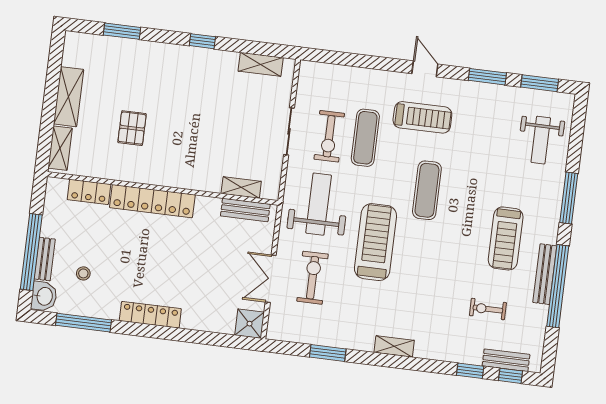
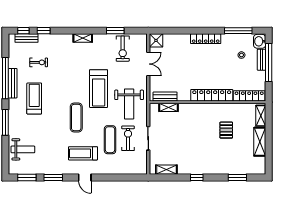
weight bench: (541, 140) -> (23, 149), turned 90
locker: (89, 192) -> (249, 96), width x1.53
exercise bike: (312, 278) -> (123, 49), moved

